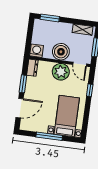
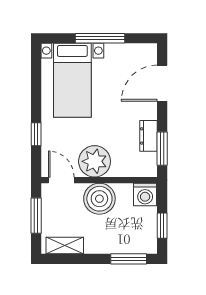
window: (30, 33) -> (162, 226), added
dresser: (32, 68) -> (149, 136), moved
window: (23, 84) -> (162, 149), moved

